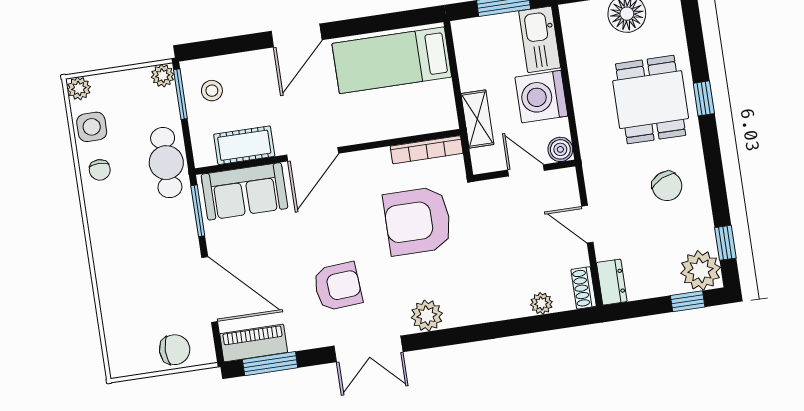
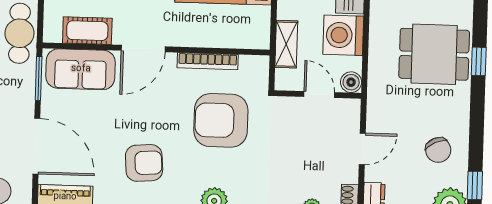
dining table: (651, 100) -> (434, 54), turned 90
bookcase: (427, 150) -> (208, 61), moved
chair: (667, 186) -> (438, 150), moved
door: (587, 224) -> (362, 149), swing flipped

